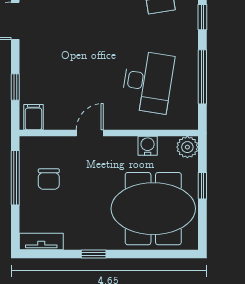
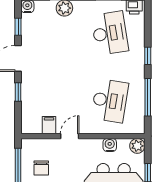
window: (15, 87) -> (18, 92), moved
filing cabinet: (33, 117) -> (49, 125), moved

